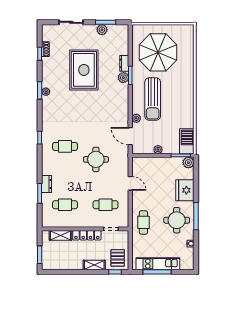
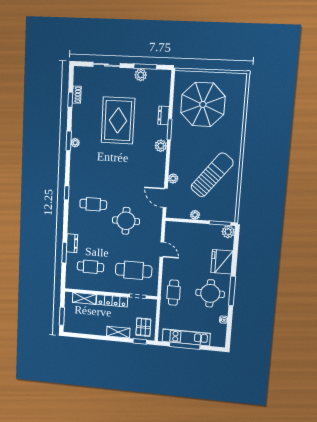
plant: (123, 78) -> (161, 146), moved
sun lounger: (153, 99) -> (212, 175), moved, turned -142
barbecue: (187, 141) -> (228, 208), removed
cafe table: (105, 205) -> (134, 270), width x1.37, depth x1.35

